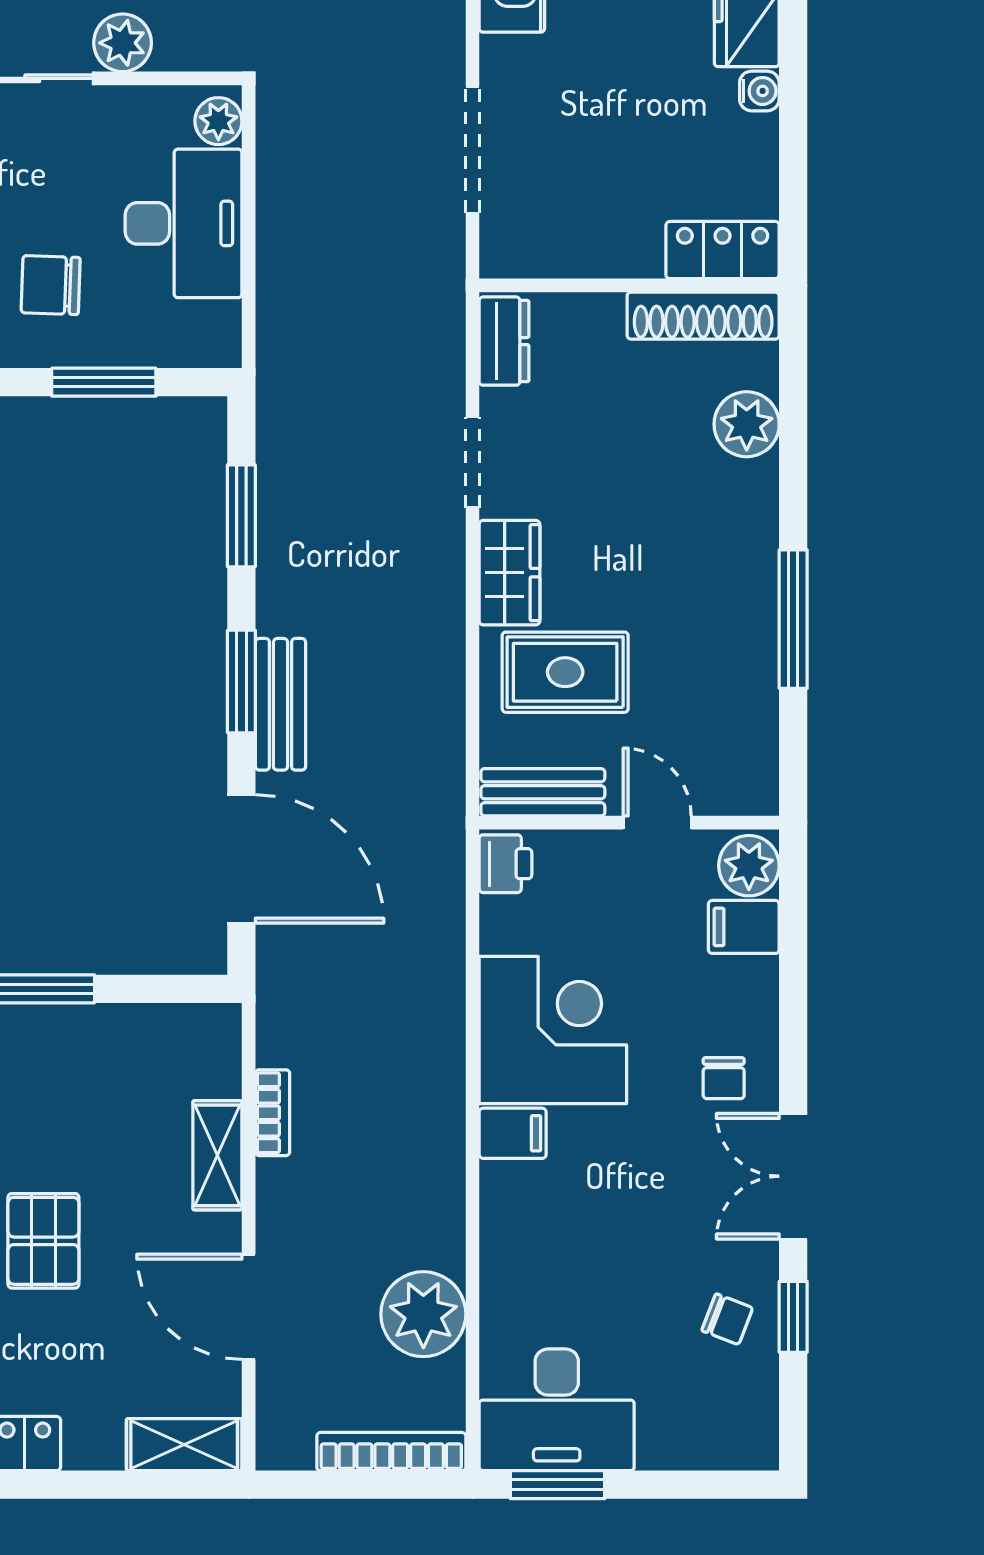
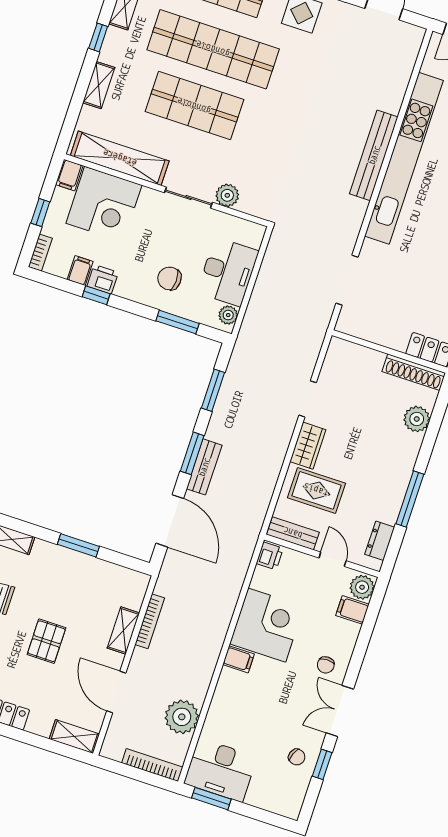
plant: (218, 121) -> (228, 315), moved
dresser: (504, 341) -> (380, 541), moved, turned 180
bookcase: (273, 1113) -> (150, 621), width x1.56

